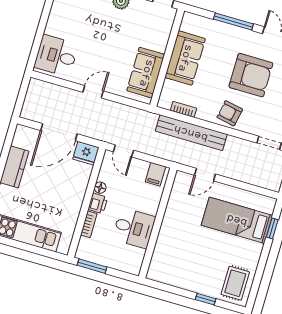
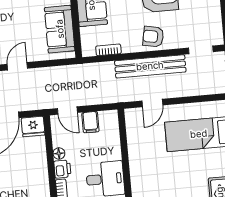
bench: (191, 133) -> (150, 66), moved
filing cabinet: (155, 174) -> (90, 122), moved

